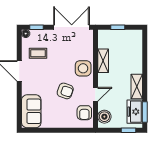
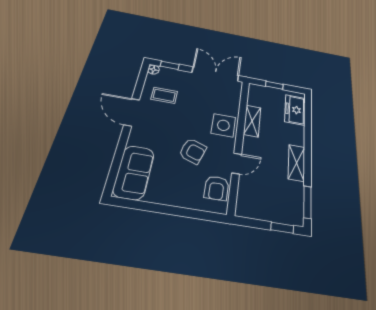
freezer: (135, 112) -> (295, 110), moved
boiler: (104, 117) -> (247, 199), removed

